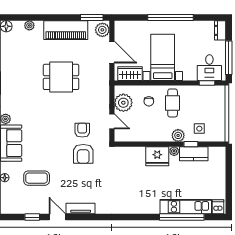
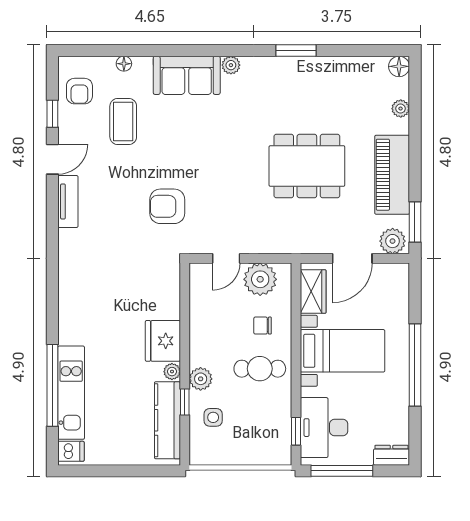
desk: (209, 68) -> (324, 428), width x1.37
dining table: (61, 77) -> (307, 166), width x1.37
armchair: (82, 130) -> (79, 91), moved, turned 90
kitchen counter: (194, 154) -> (167, 420), width x1.50

